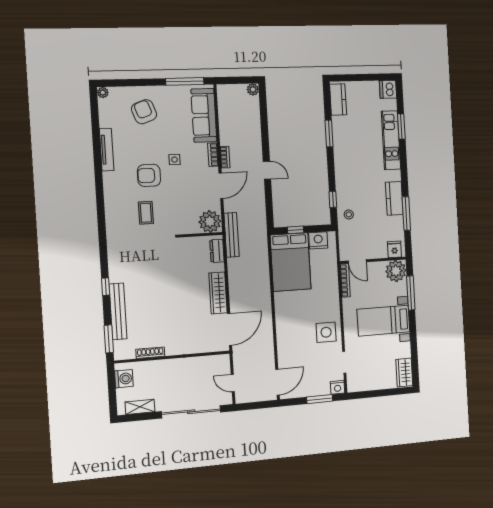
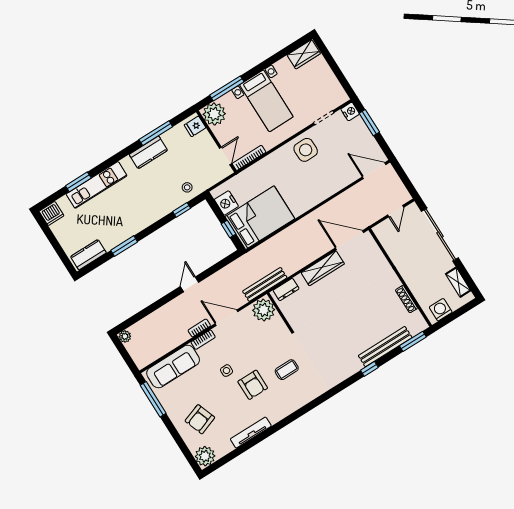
plant: (103, 92) -> (205, 456), width x1.87, depth x1.87

